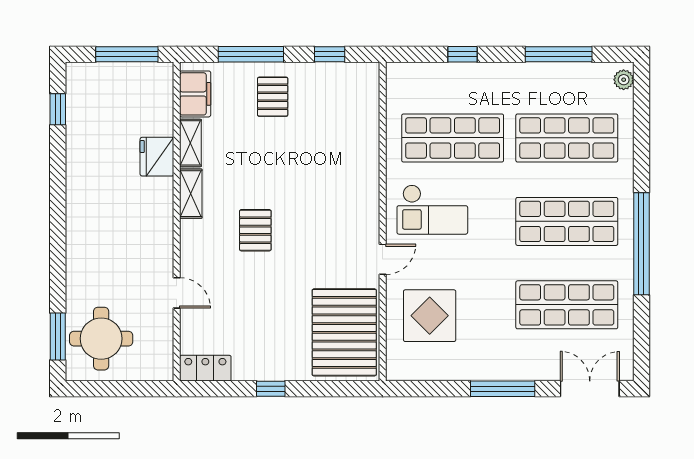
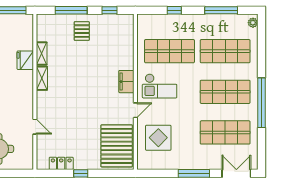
filing cabinet: (195, 94) -> (126, 82), moved, turned 180
pallet: (255, 230) -> (73, 96), removed
locker: (205, 368) -> (61, 163), moved

